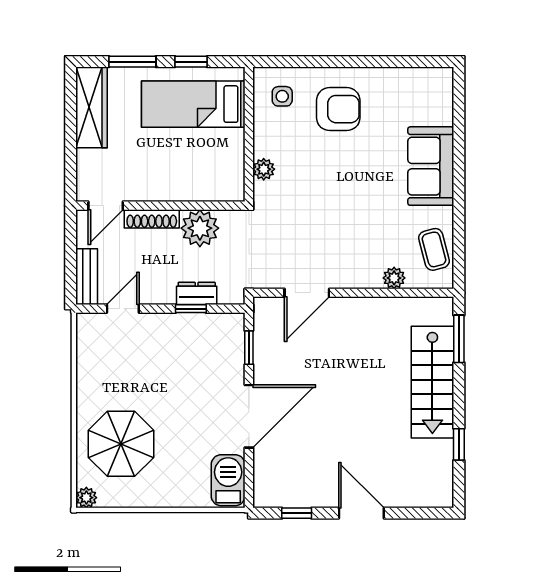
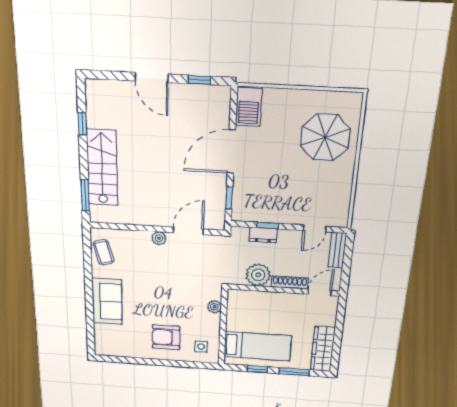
plant: (394, 278) -> (159, 238), moved
plant: (86, 498) -> (355, 100), removed

